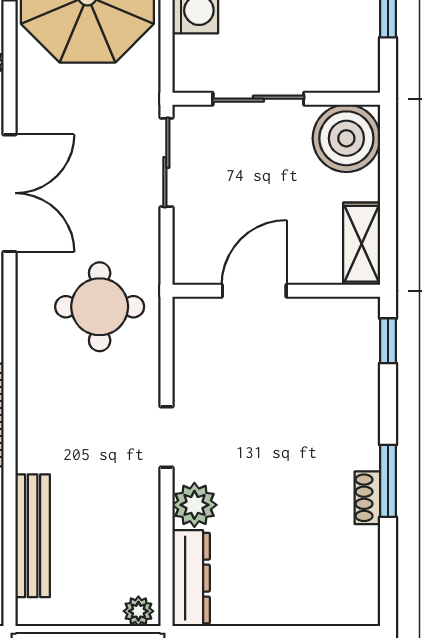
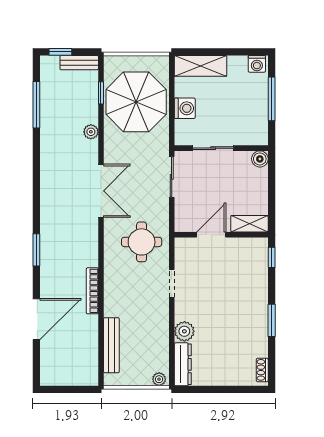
boiler: (346, 138) -> (260, 159), width x0.54, depth x0.54
shelving: (362, 244) -> (249, 224), moved, turned 90
doorway: (166, 437) -> (172, 283), moved
shoe rack: (367, 498) -> (262, 370), moved

